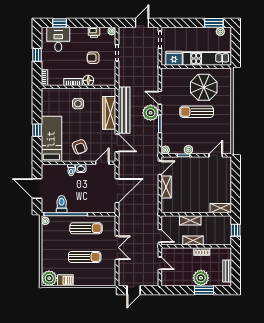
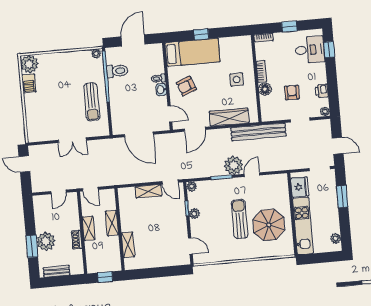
window: (214, 23) -> (342, 197), moved
bench: (124, 110) -> (258, 132), moved
shelving: (221, 208) -> (128, 245), moved
door: (160, 236) -> (90, 189), hinge flipped
sun lounger: (85, 257) -> (58, 103), removed

